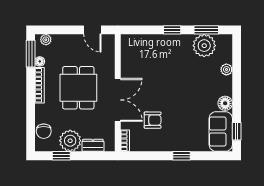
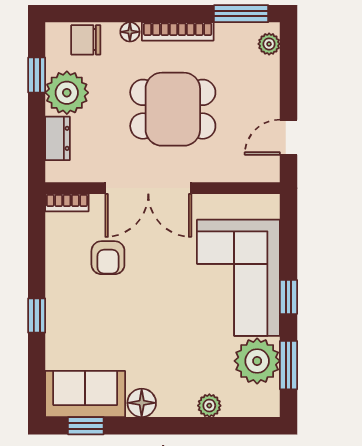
corner sofa: (163, 55) -> (238, 278), added
floor lamp: (40, 61) -> (130, 32), moved

